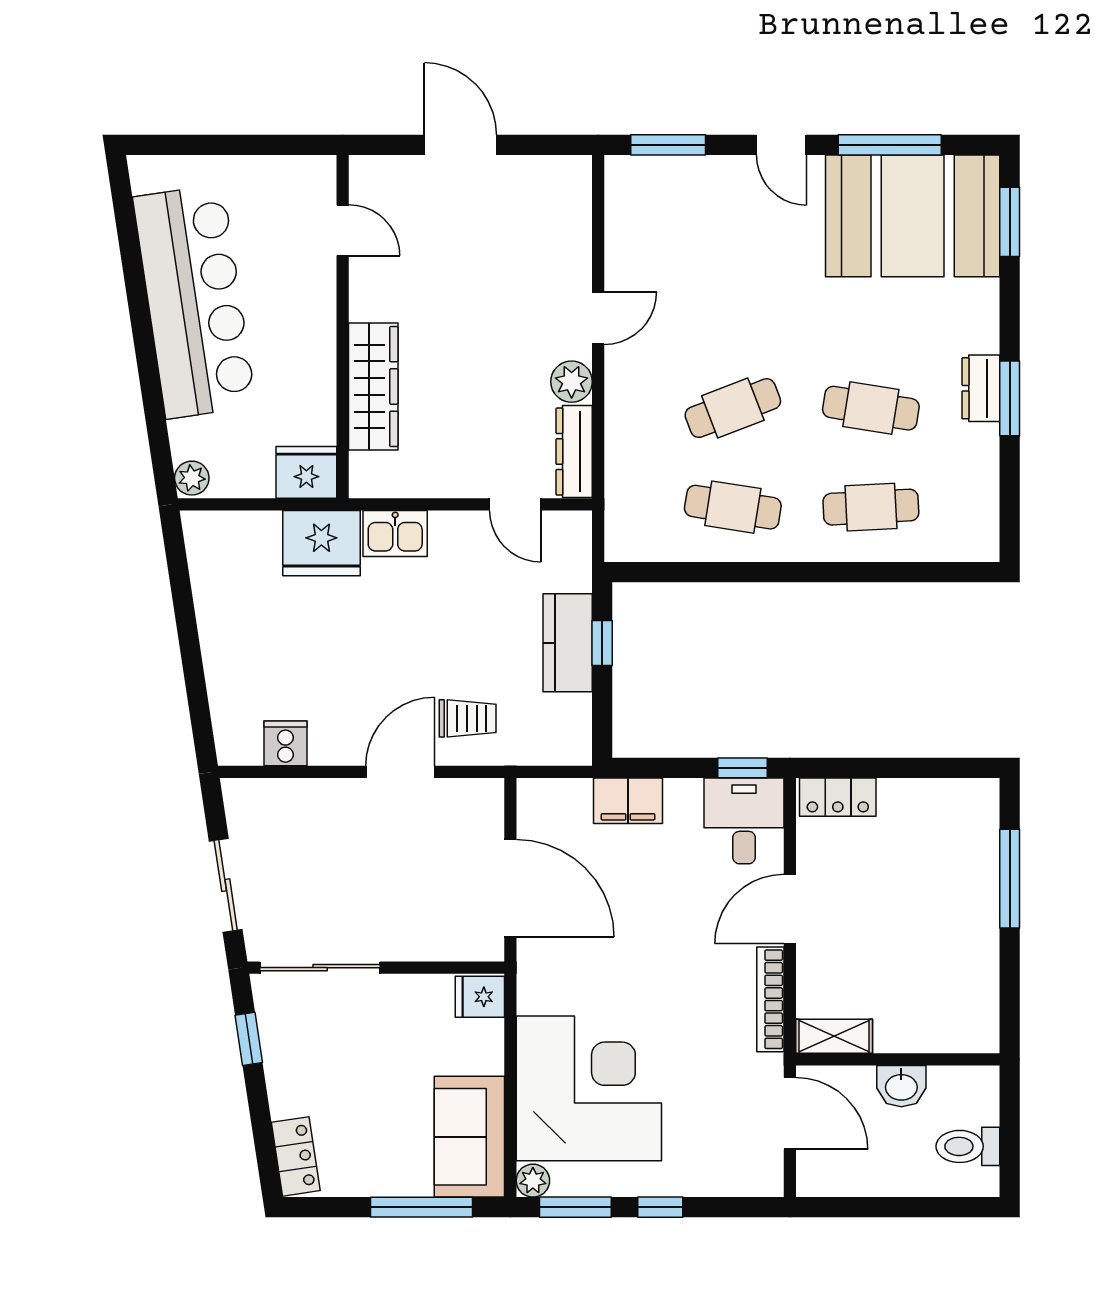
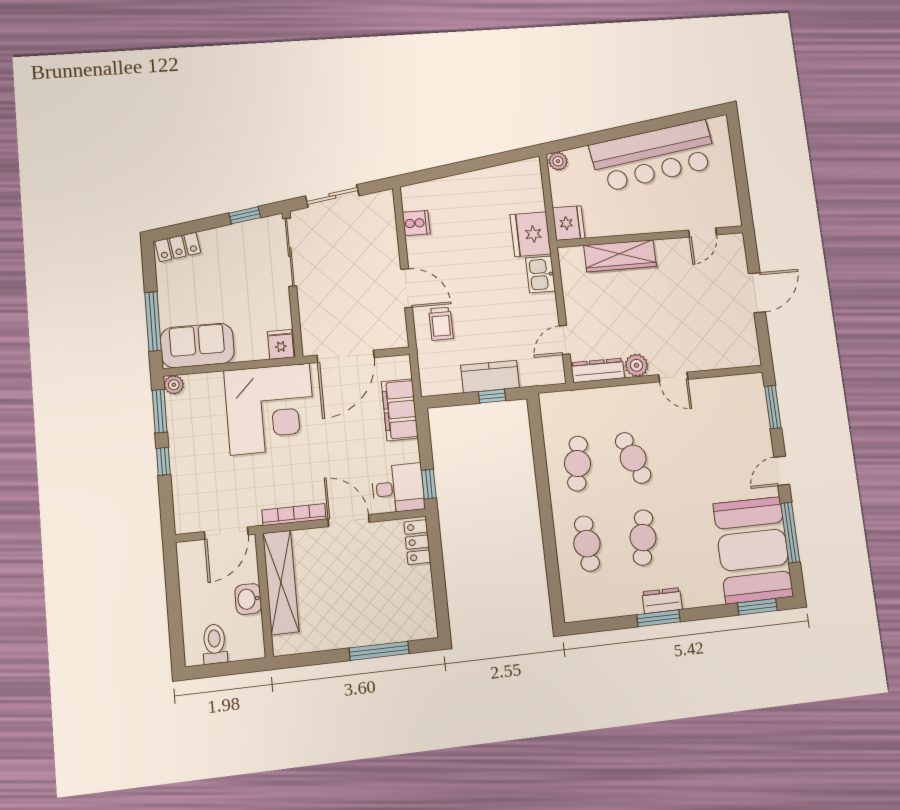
filing cabinet: (628, 801) -> (400, 410), width x1.50, depth x1.17
shelving: (834, 1036) -> (281, 582), width x2.20, depth x1.33
corner desk: (589, 1088) -> (270, 409), moved

